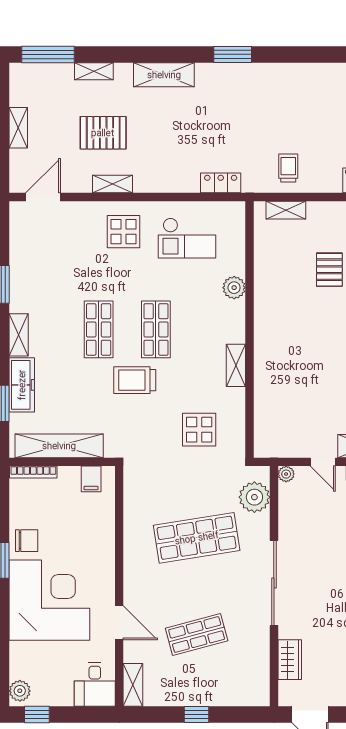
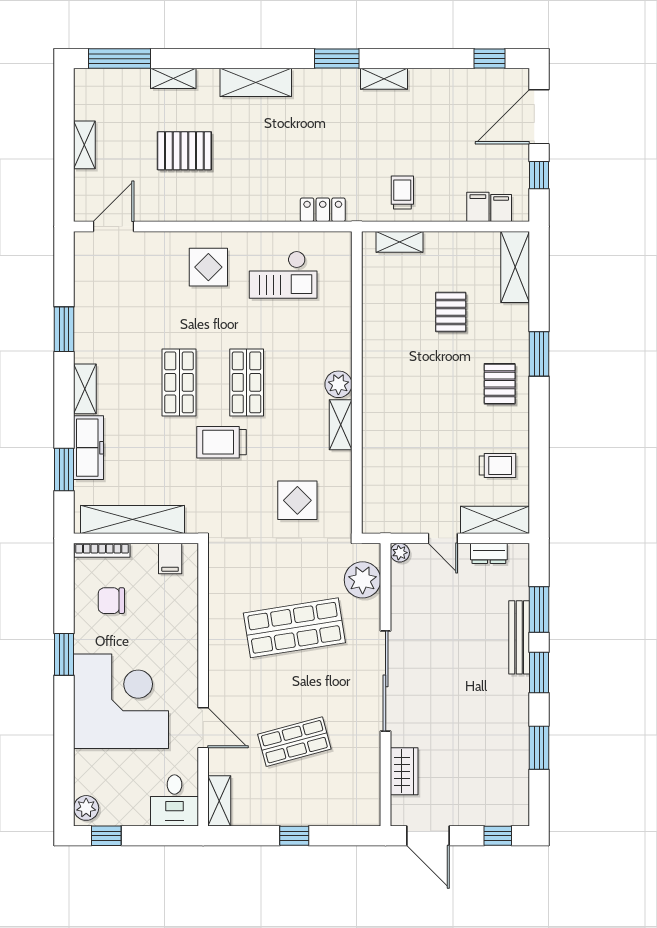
shelving: (112, 184) -> (384, 79), moved
plant: (234, 288) -> (338, 384), moved
chair: (27, 541) -> (111, 601), moved, turned 180

